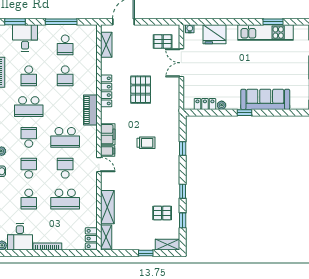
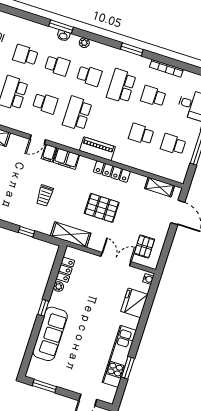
shelving: (173, 109) -> (71, 235), added

